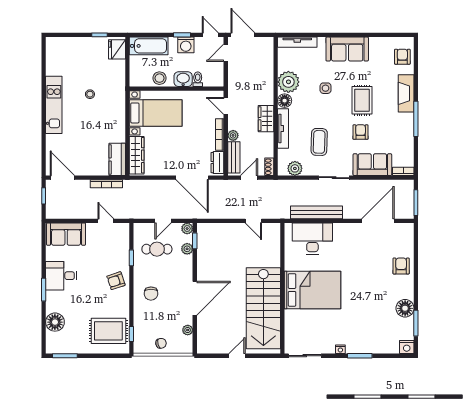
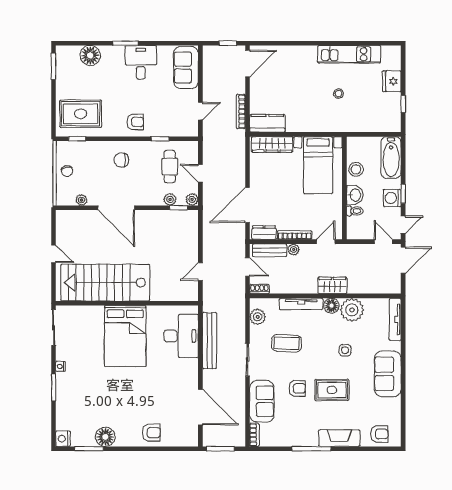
fridge: (117, 49) -> (392, 81), moved, turned -90
kitchen unit: (54, 105) -> (349, 54), moved
wardrobe: (266, 119) -> (332, 285), moved
armchair: (116, 281) -> (135, 122), turned 108
rug: (108, 331) -> (81, 114), turned 90

